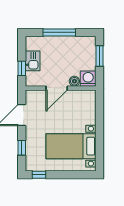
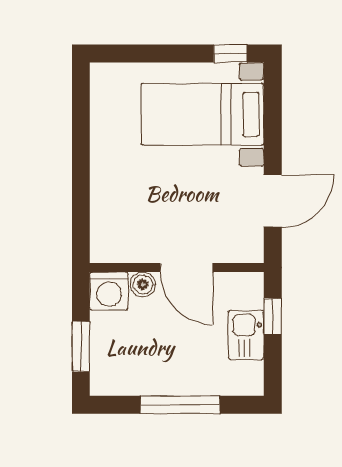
door: (57, 88) -> (187, 268), swing flipped
bed with nightstands: (71, 146) -> (202, 114), moved, turned 180
window: (22, 148) -> (273, 120), removed

